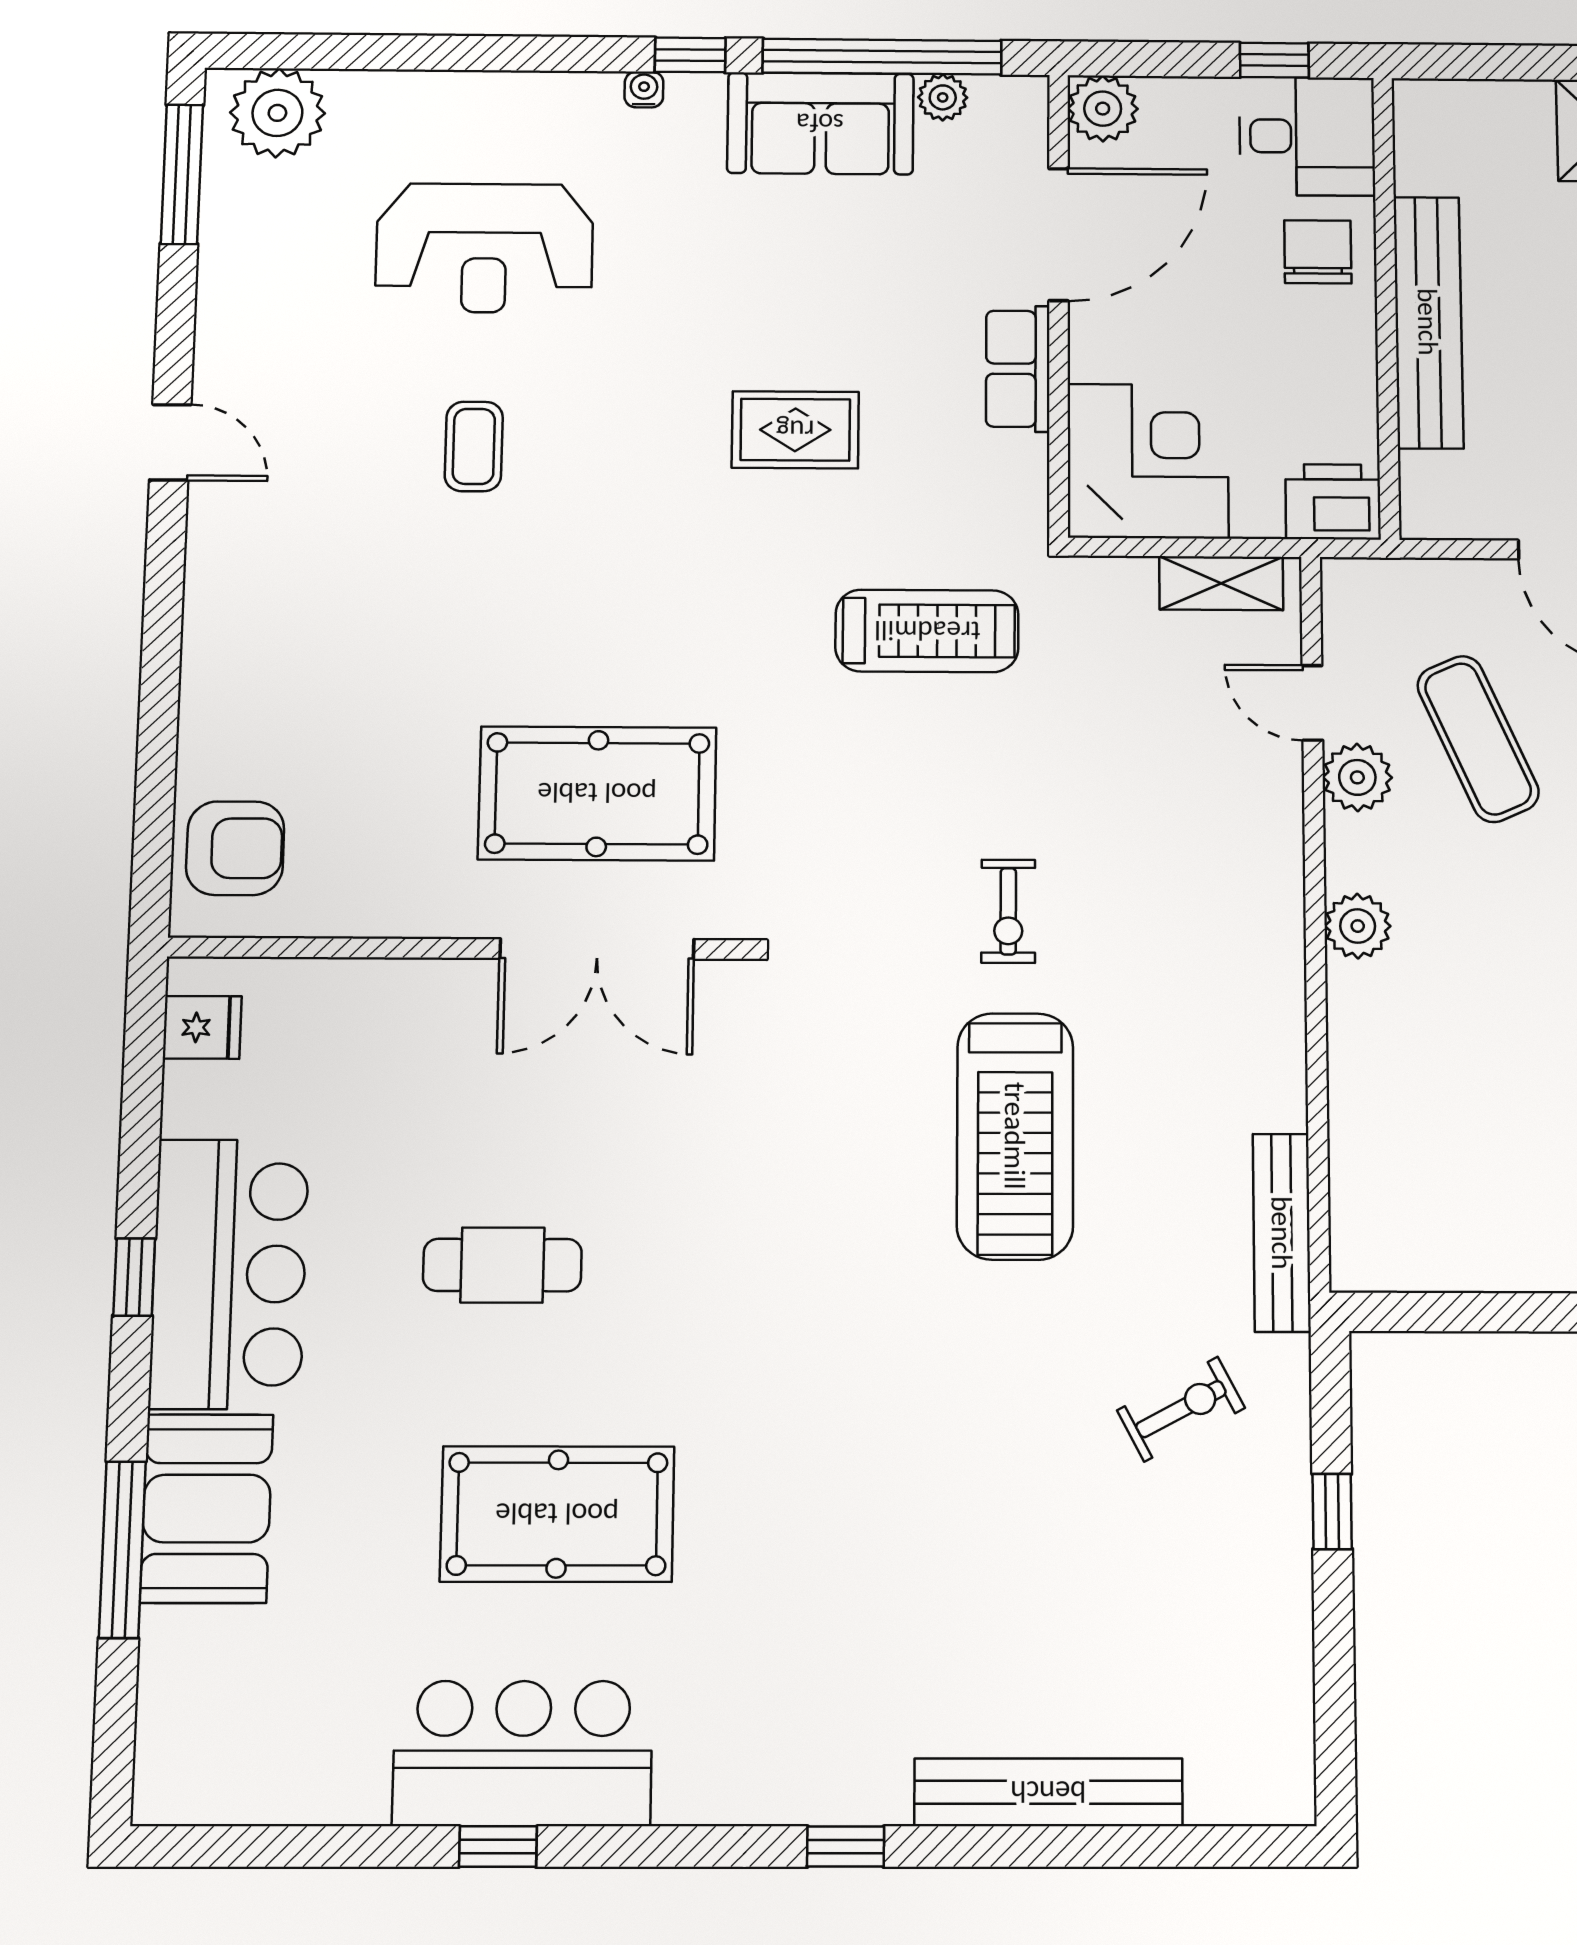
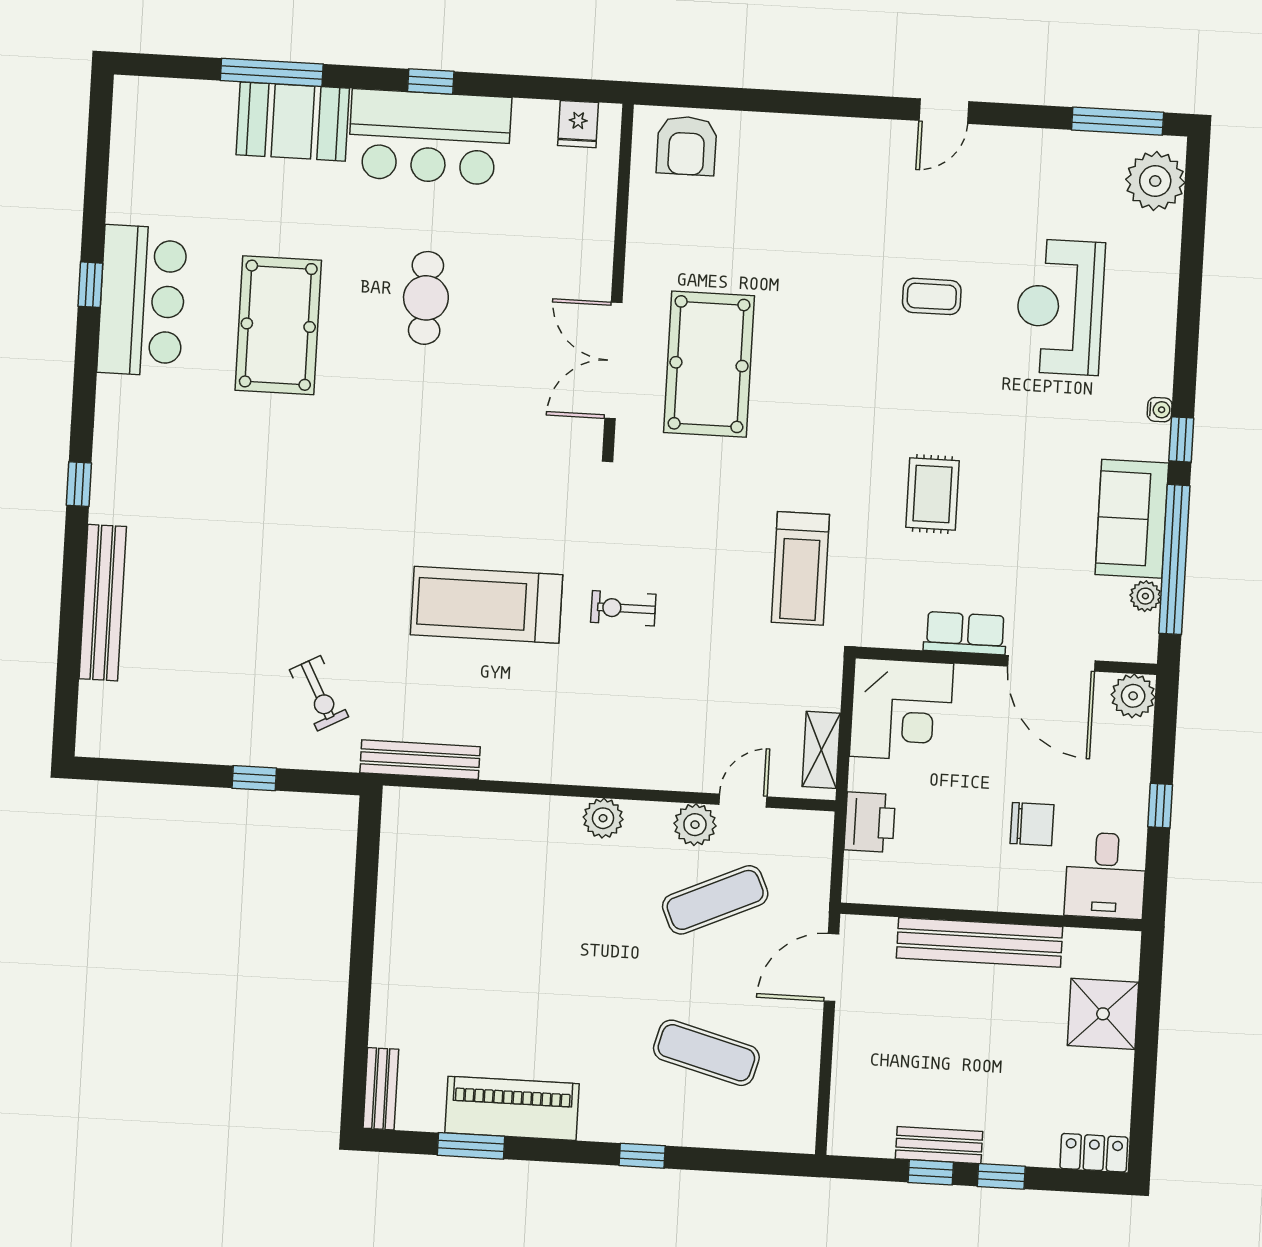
desk: (1307, 136) -> (1106, 875), moved
wall: (1386, 306) -> (991, 917), moved
bench: (1428, 322) -> (980, 942), moved

